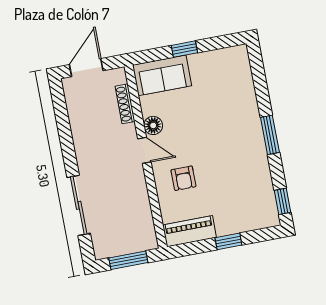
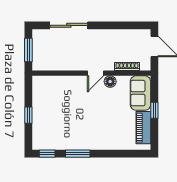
window: (270, 135) -> (78, 154), moved
armchair: (183, 178) -> (73, 94), removed
piano: (189, 231) -> (143, 128), moved, turned 180

